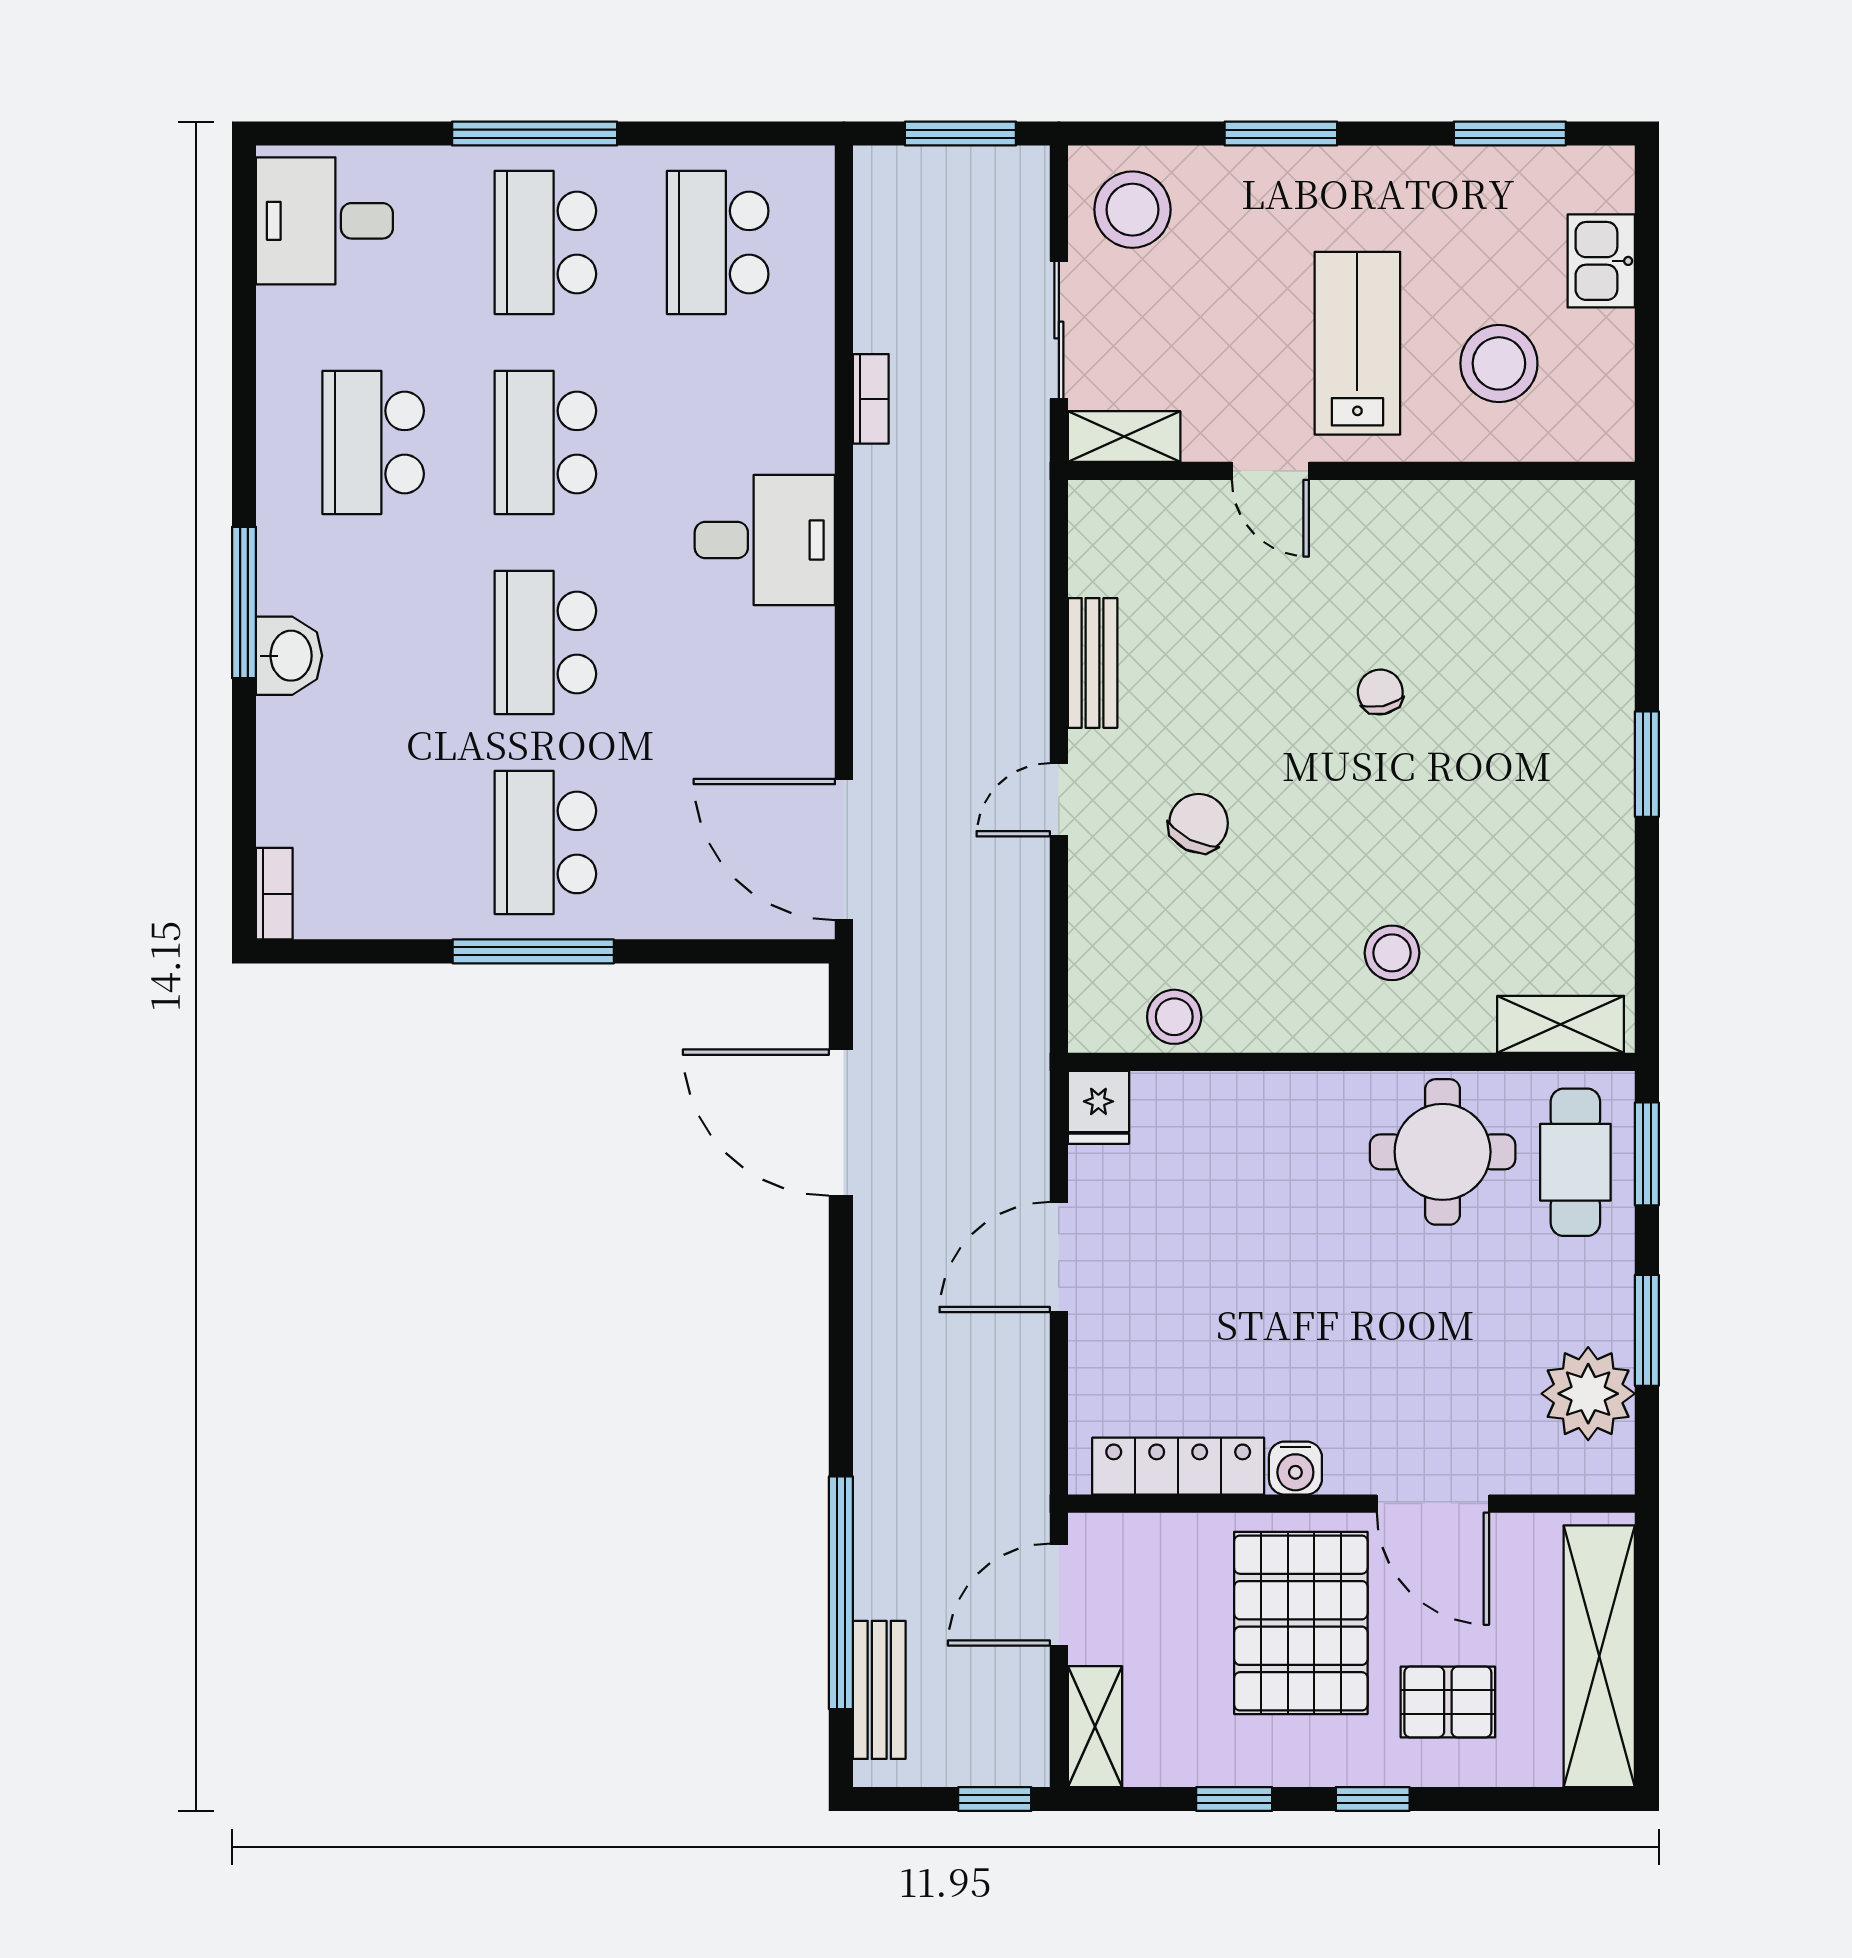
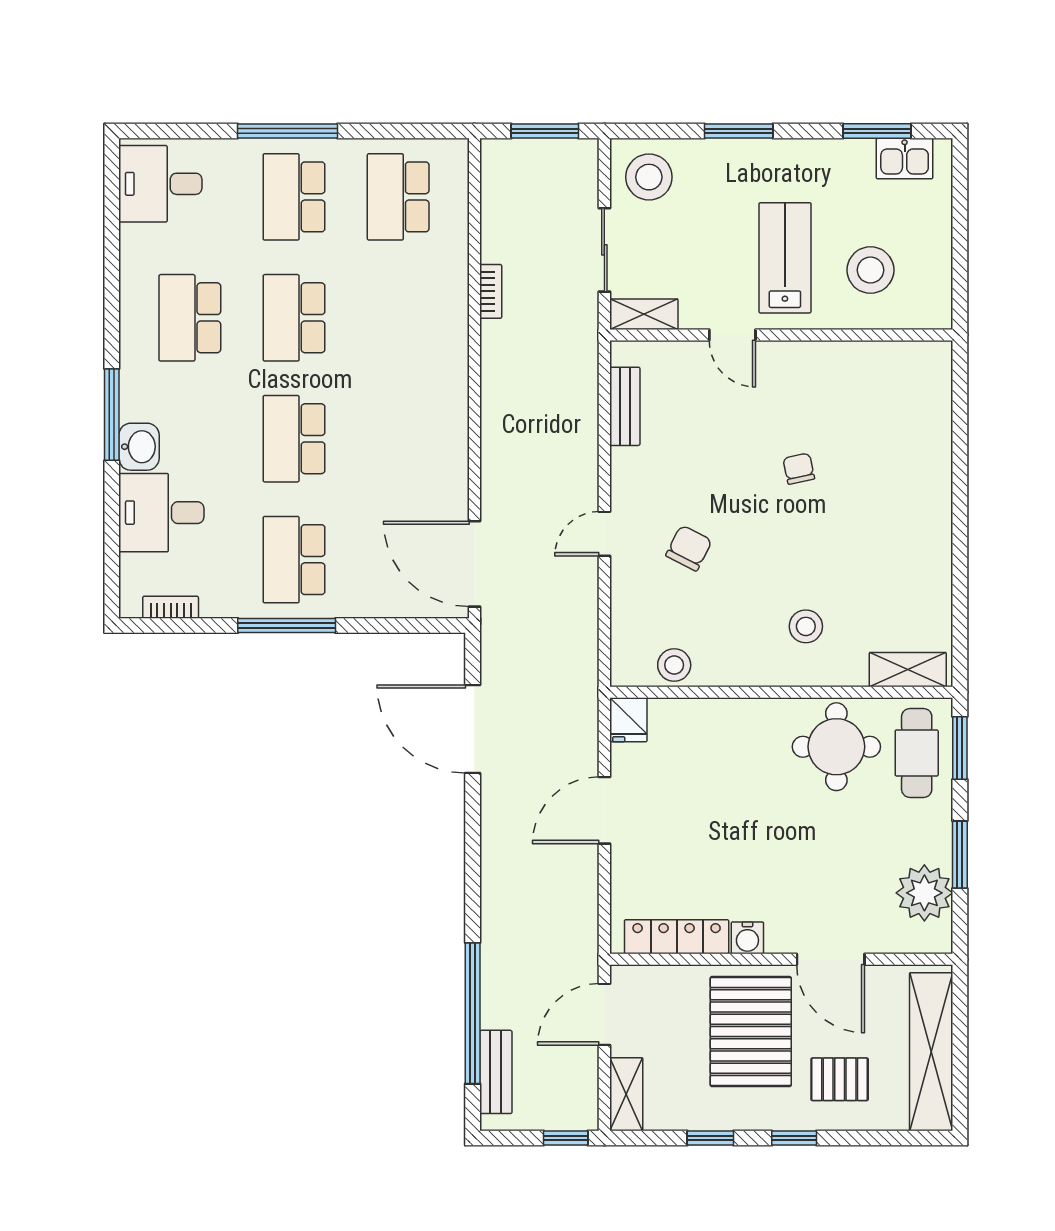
kitchen sink: (1601, 261) -> (905, 159), moved, turned -90
desk: (765, 540) -> (161, 513), moved, turned 180
bench: (1093, 663) -> (625, 406), moved
window: (1647, 764) -> (960, 512), removed
bookcase: (274, 894) -> (171, 607), moved, turned -90

